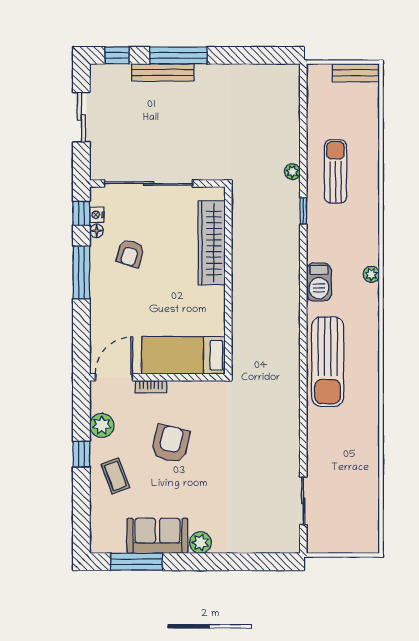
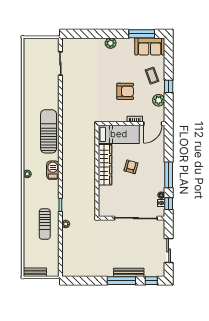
wardrobe: (212, 243) -> (105, 165), moved
armchair: (130, 253) -> (131, 167), moved
armchair: (170, 444) -> (125, 91), turned -103
sofa: (157, 536) -> (150, 46), moved

